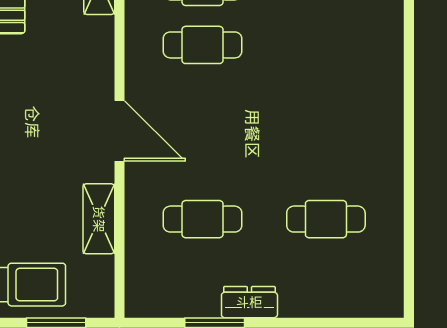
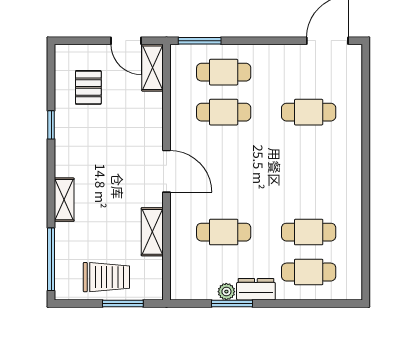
cafe table: (326, 45) -> (309, 112), added
cafe table: (326, 277) -> (309, 272), added
plant: (207, 306) -> (226, 292), added

